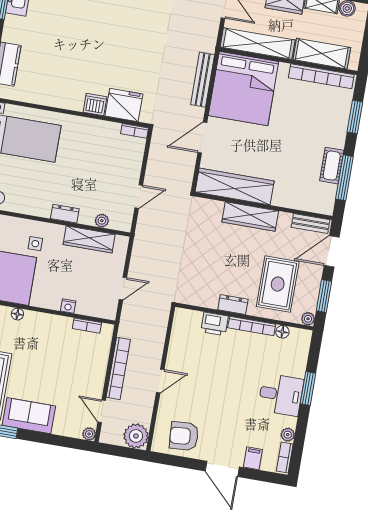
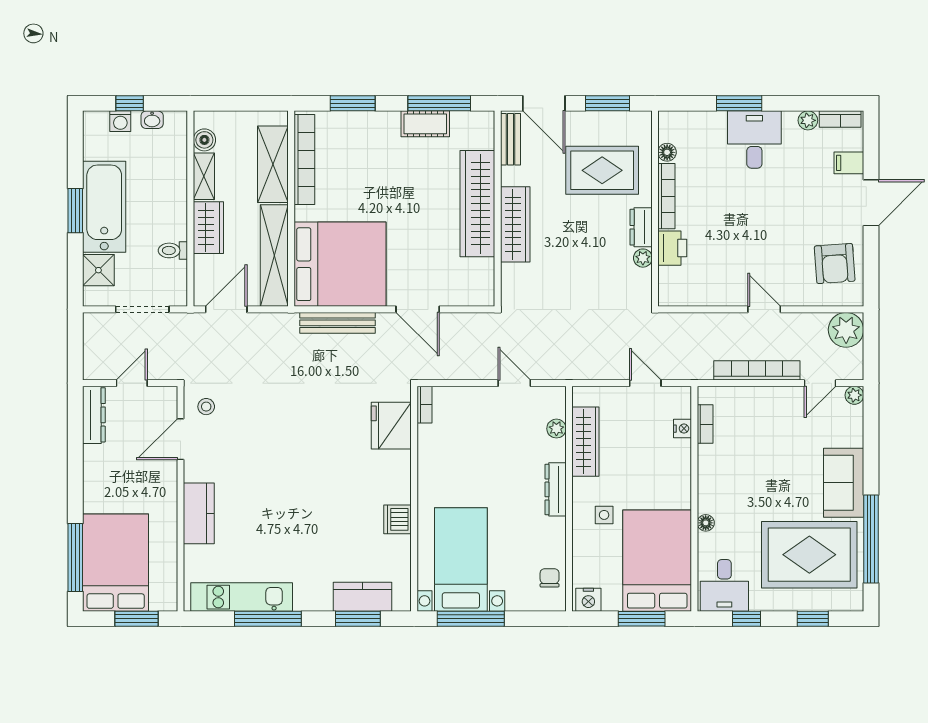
dishwasher: (95, 105) -> (398, 519), moved
wardrobe: (235, 186) -> (477, 204), moved
dresser: (65, 214) -> (556, 489), width x1.44
nightstand: (68, 306) -> (683, 429), moved
plant: (308, 319) -> (643, 258), moved

